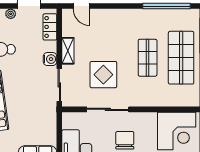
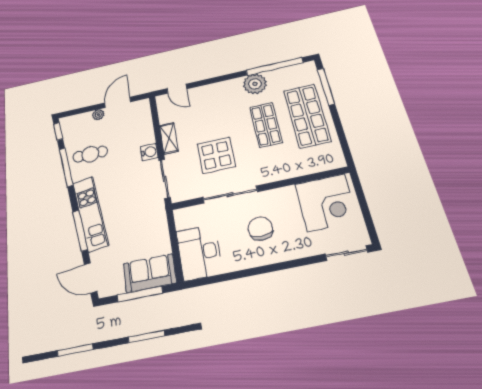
plant: (147, 18) -> (255, 84), added
locker: (50, 27) -> (144, 118), removed

